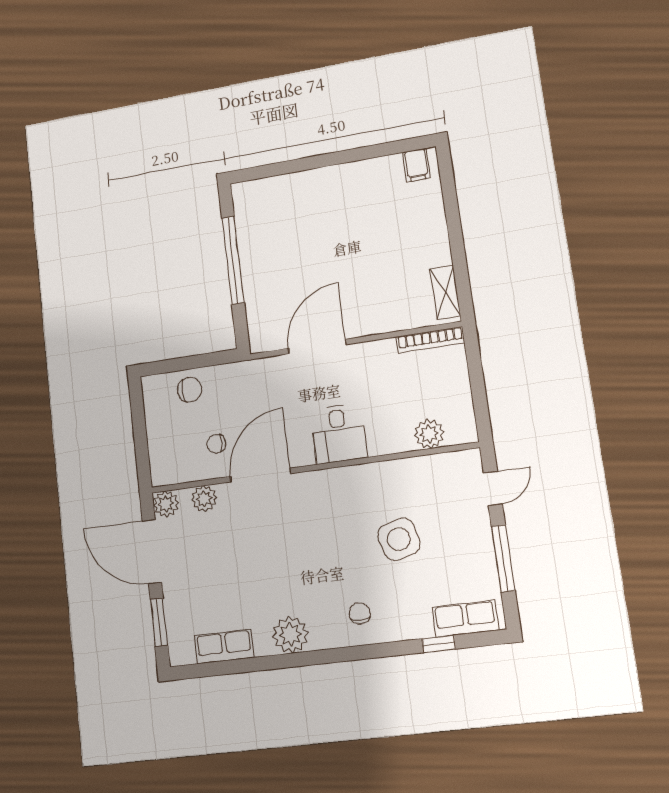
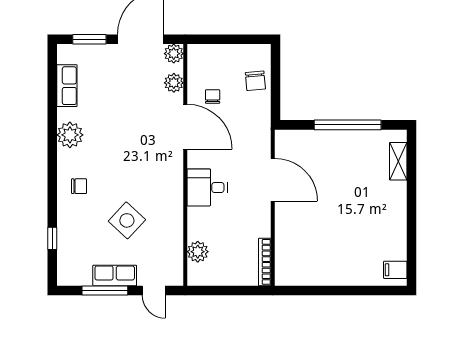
shelving: (445, 292) -> (398, 161), moved, turned 90
side table: (399, 539) -> (127, 220), turned -31
row of seats: (465, 619) -> (115, 275), moved, turned -90

